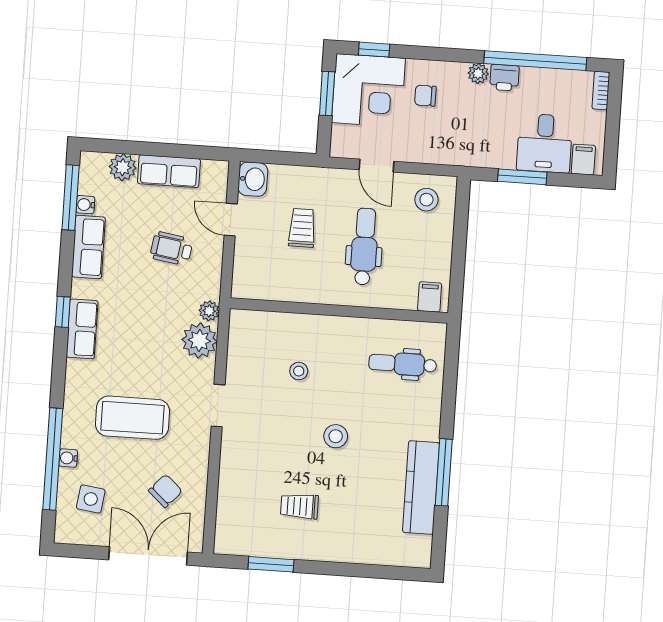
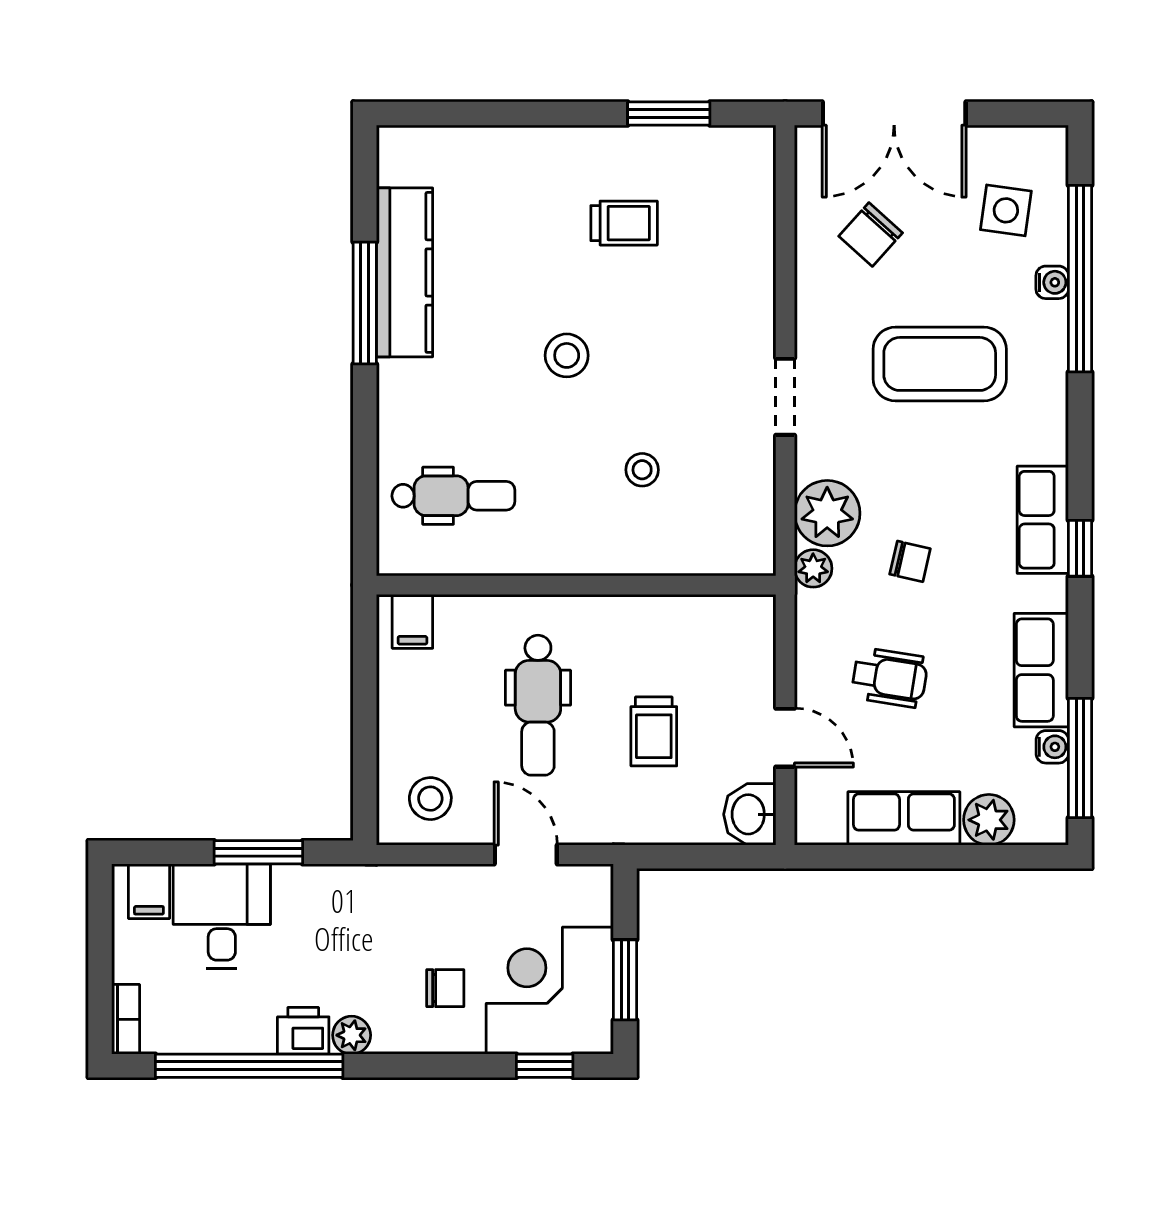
chair: (156, 311) -> (910, 561), added

